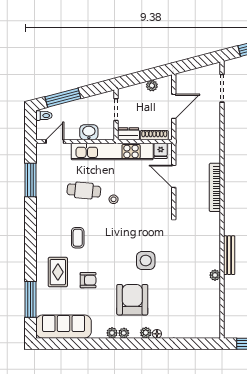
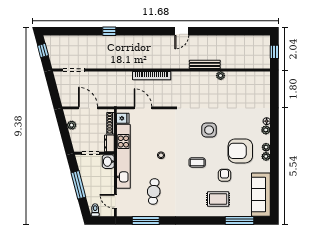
window: (63, 98) -> (78, 185), moved
washbasin: (89, 132) -> (108, 162), moved
door: (174, 176) -> (143, 108), swing flipped
cafe table: (84, 190) -> (154, 191), moved
coffee table: (78, 238) -> (197, 162), moved
armchair: (132, 300) -> (240, 151), moved

